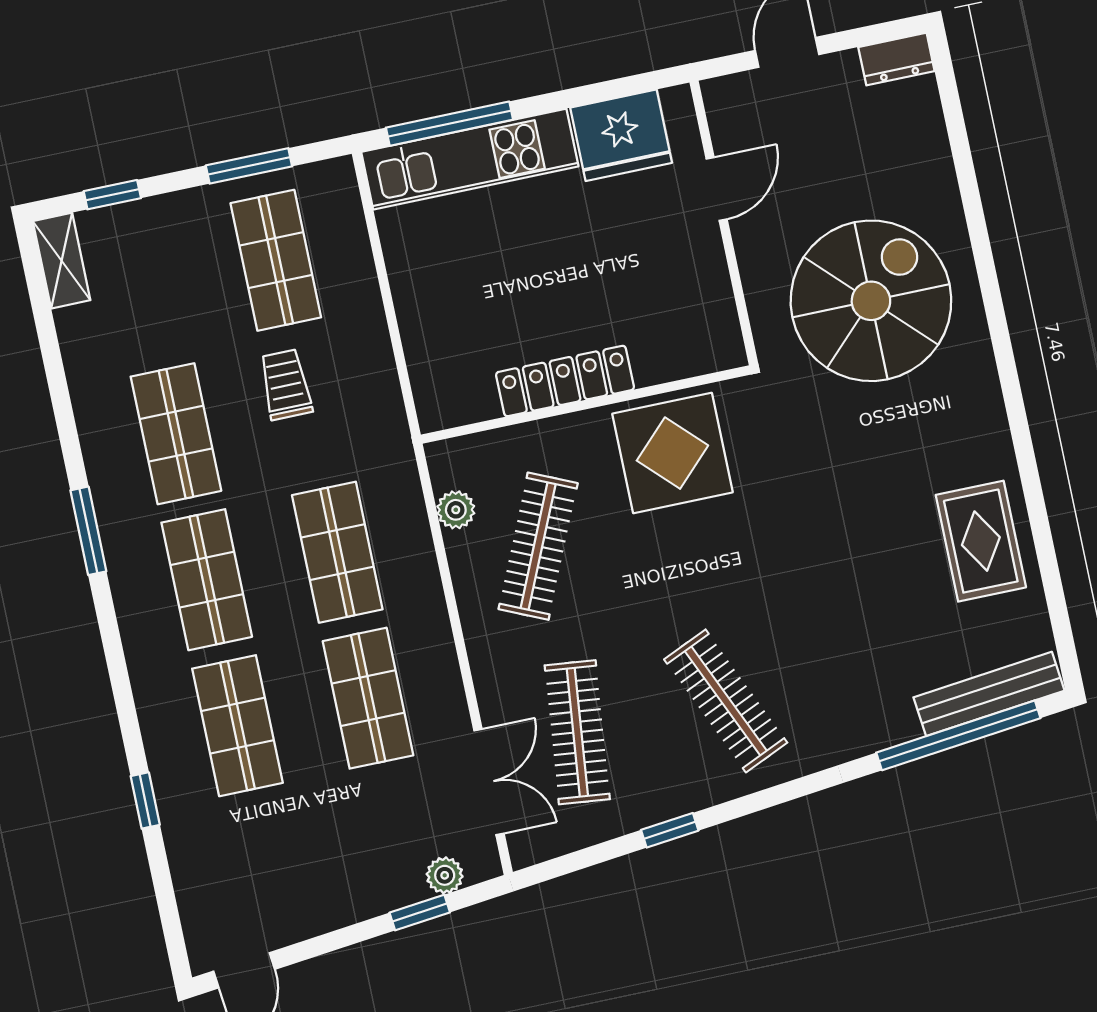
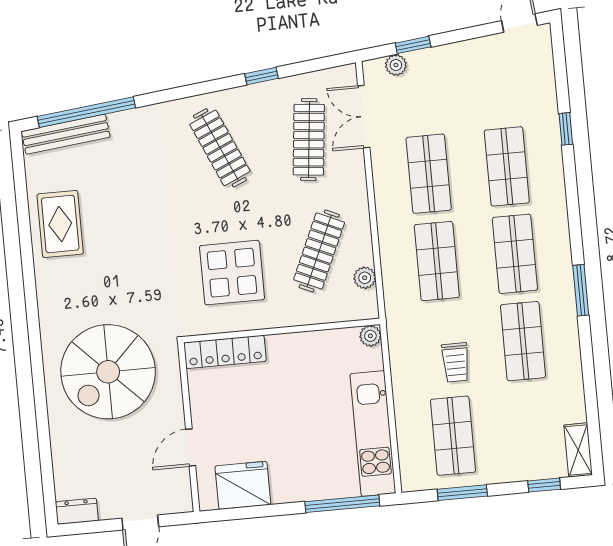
kitchen unit: (470, 159) -> (373, 433), moved, turned -90
locker: (565, 381) -> (225, 352), moved
plant: (435, 413) -> (370, 336), added
display table: (672, 453) -> (232, 273), moved

